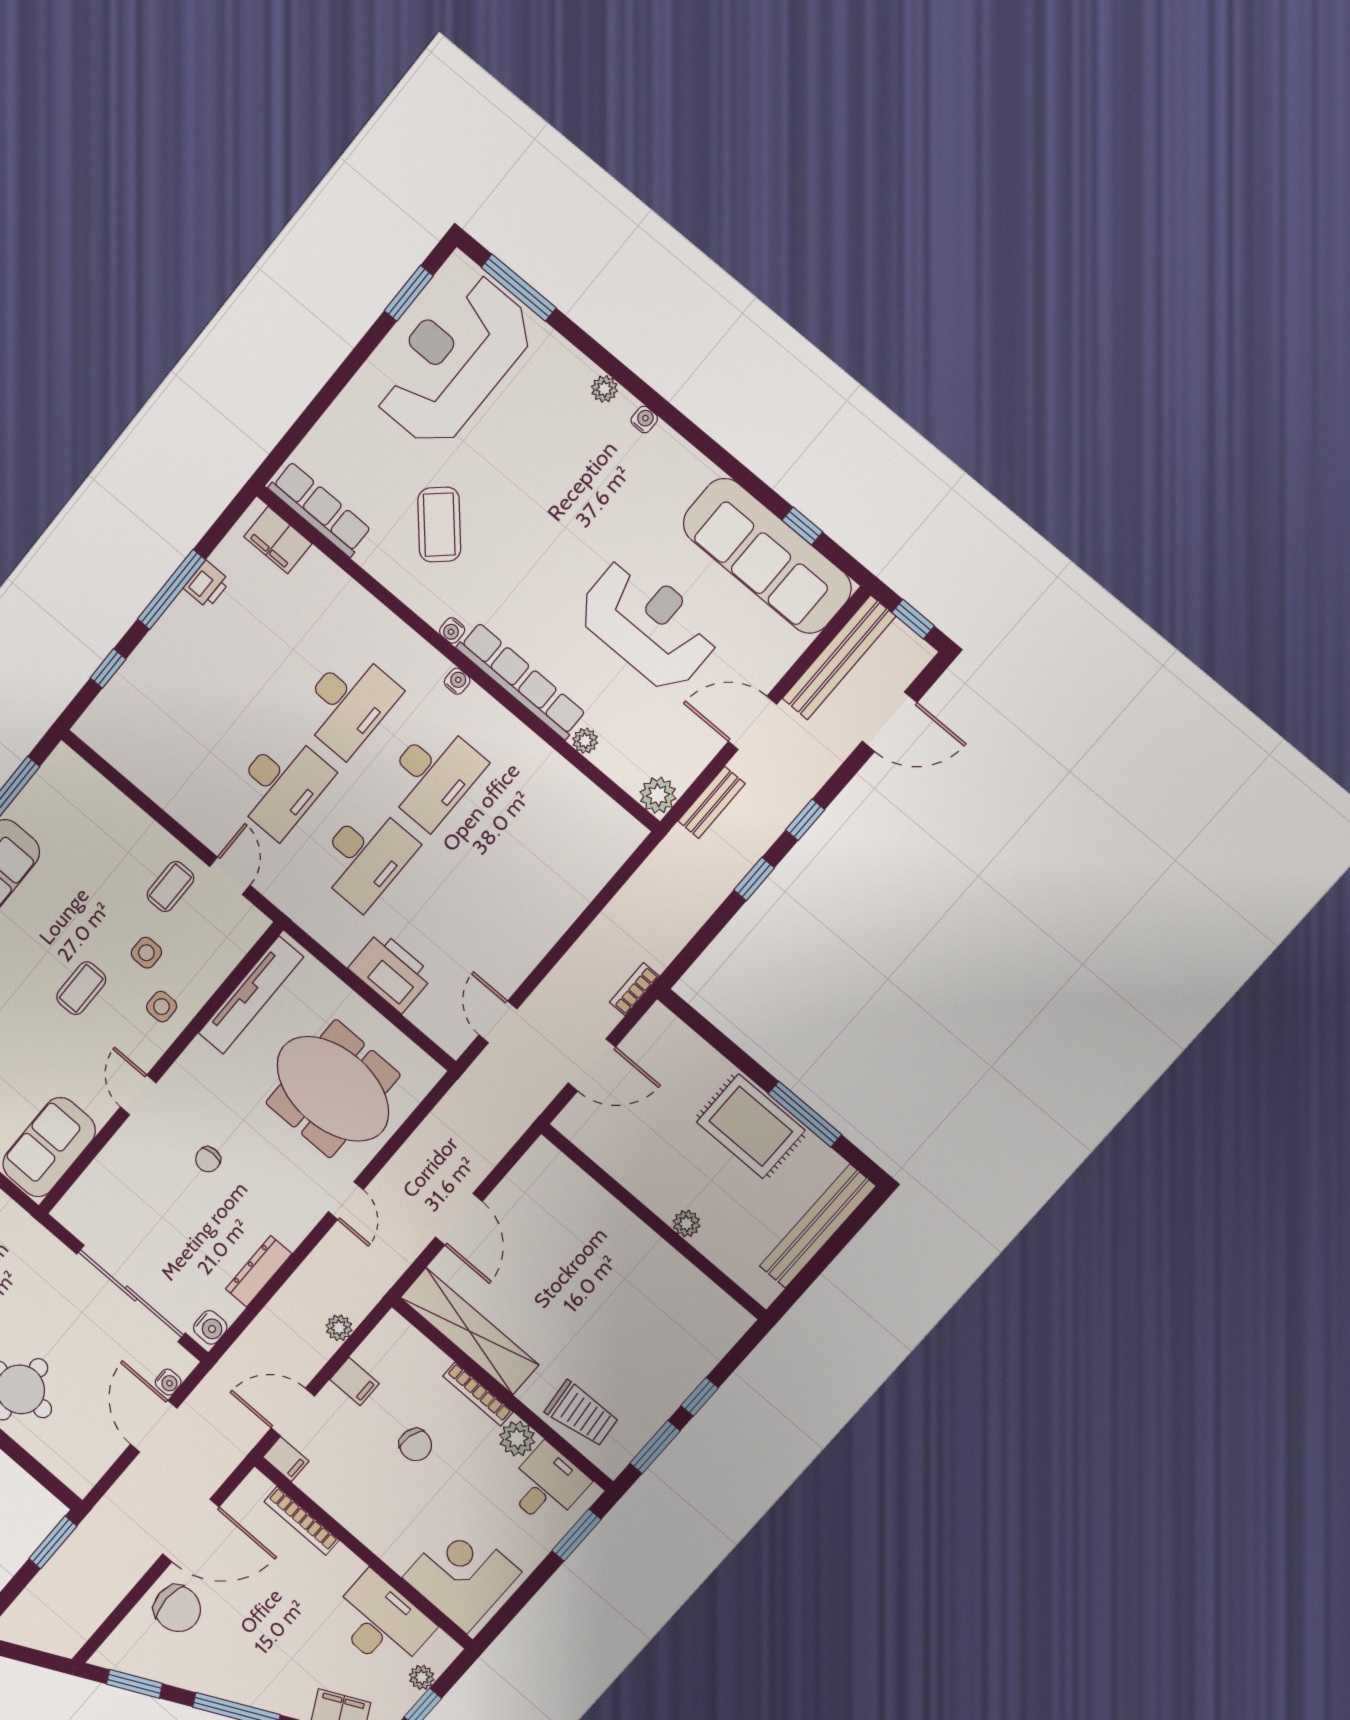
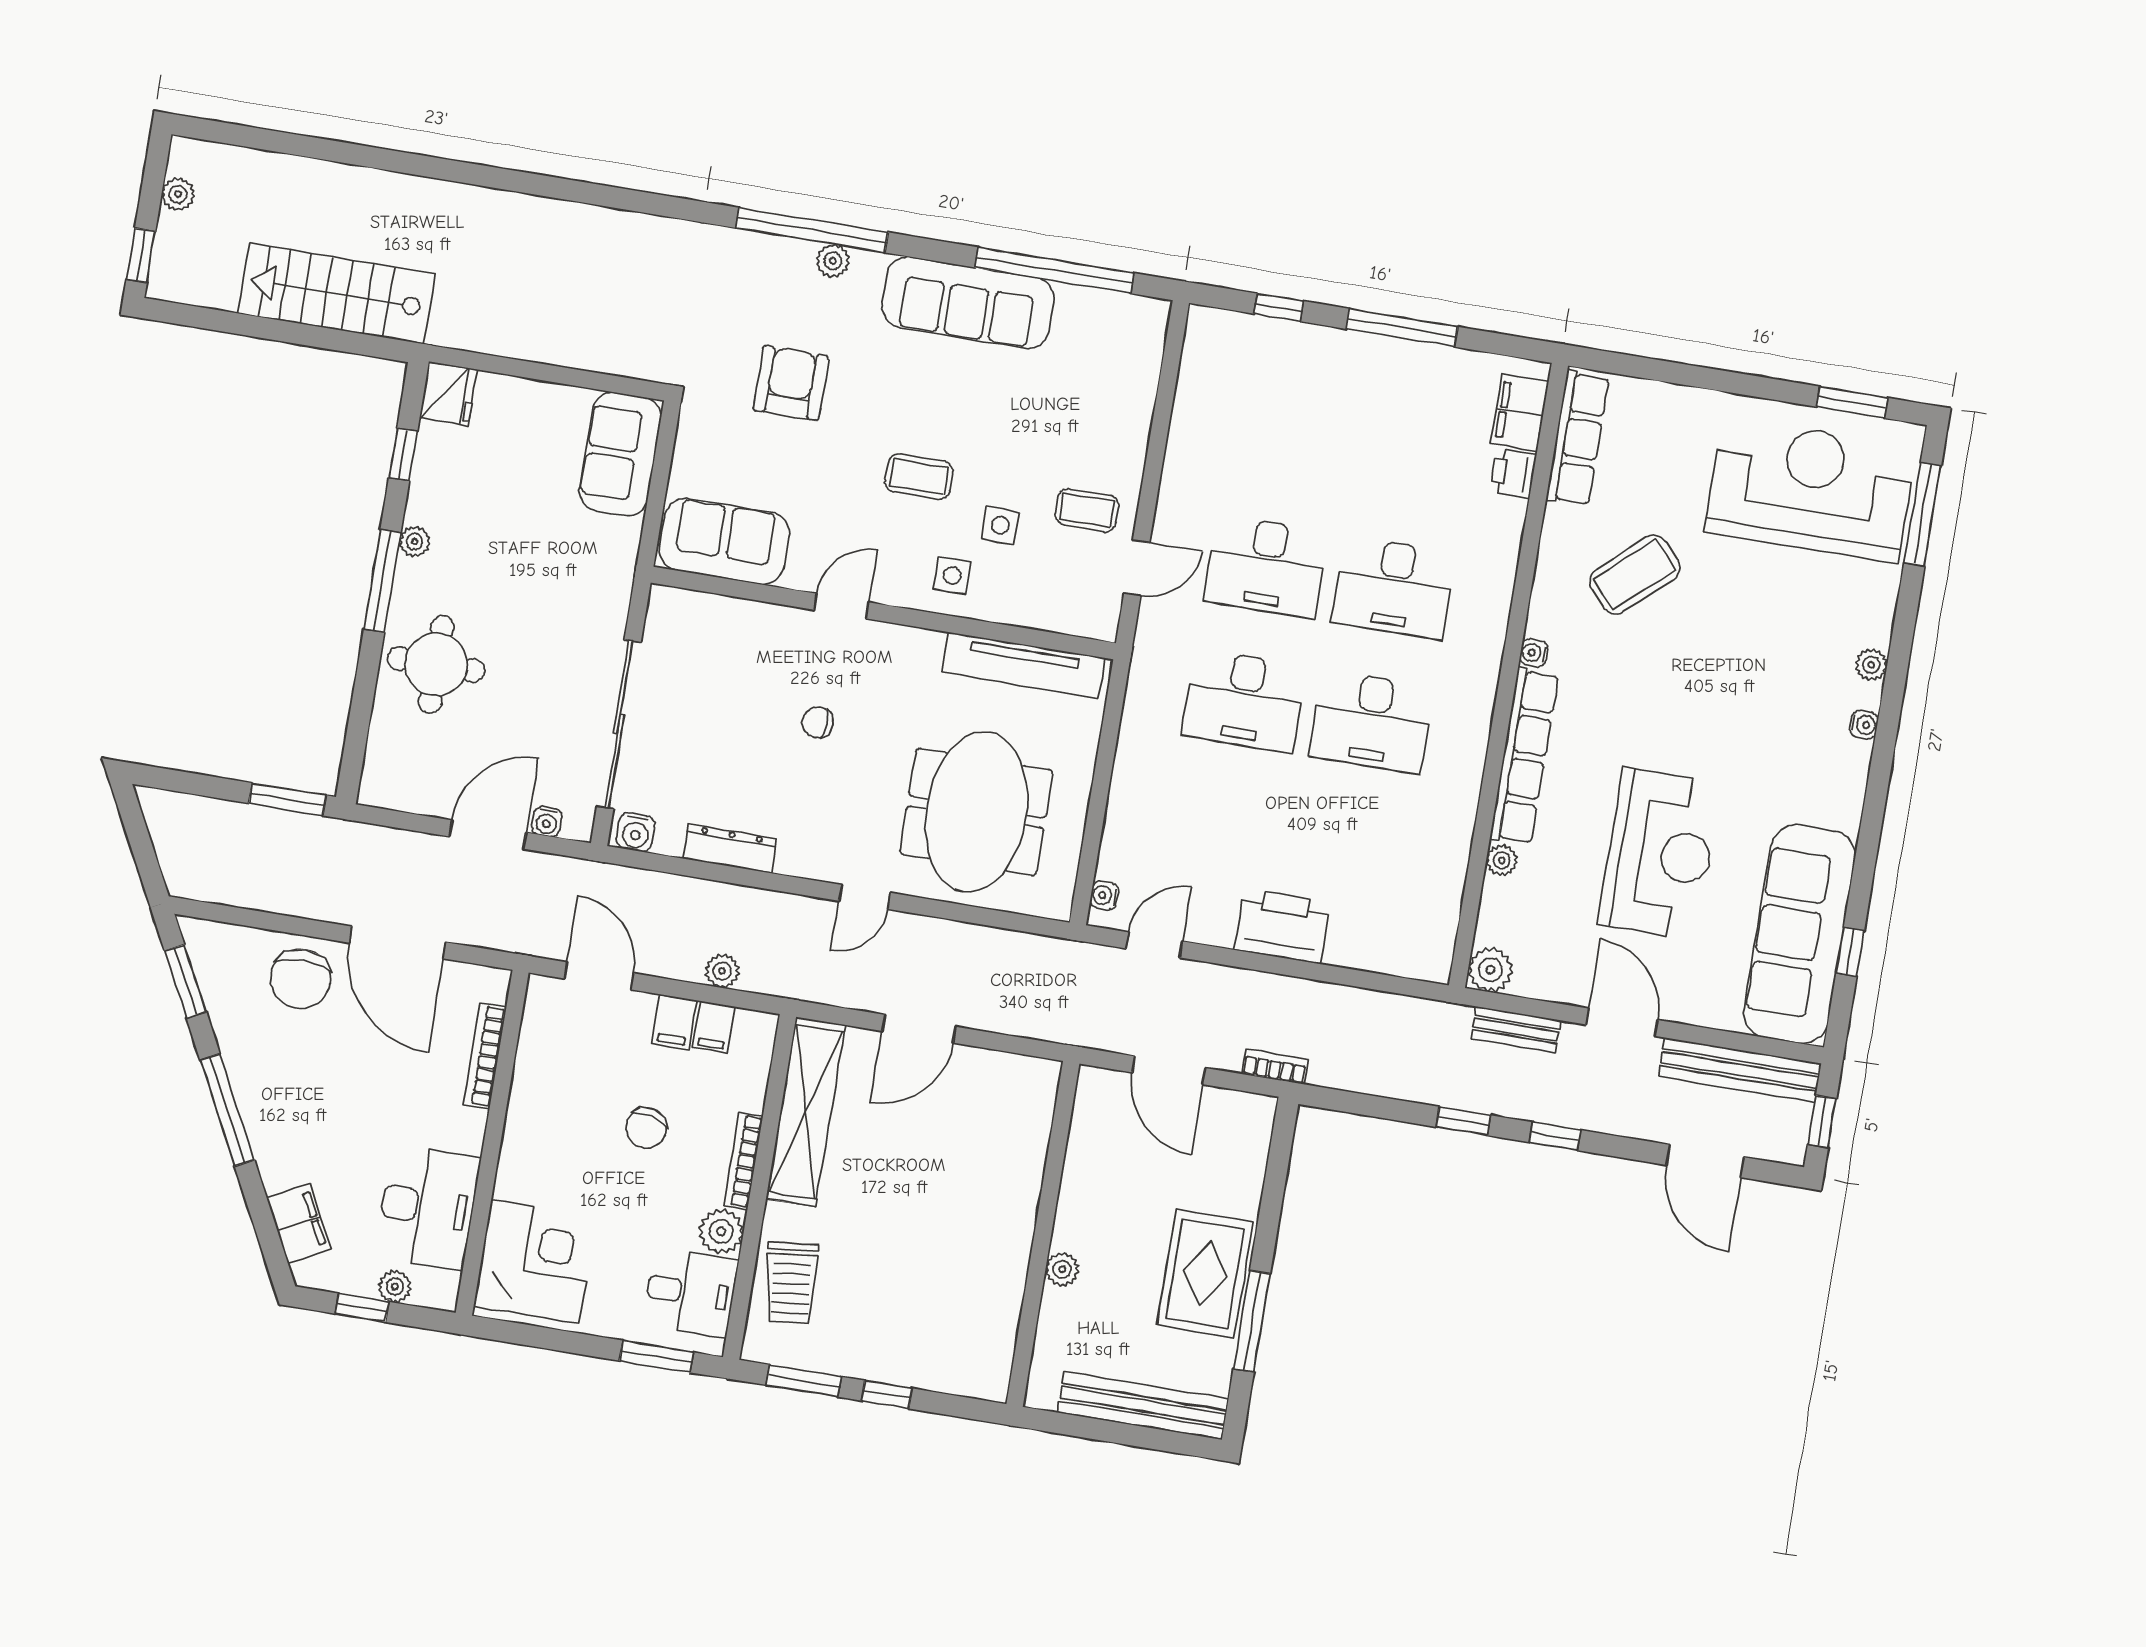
printer: (207, 584) -> (1513, 473), moved, turned 90
water cooler: (457, 681) -> (1104, 896), moved, turned 180
printer: (391, 972) -> (1282, 926), moved, turned -90
filing cabinet: (286, 1459) -> (714, 1027), moved

